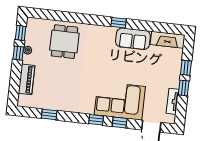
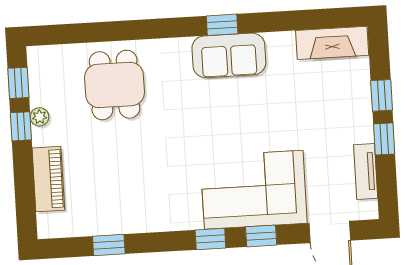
sofa: (133, 39) -> (229, 55), moved

